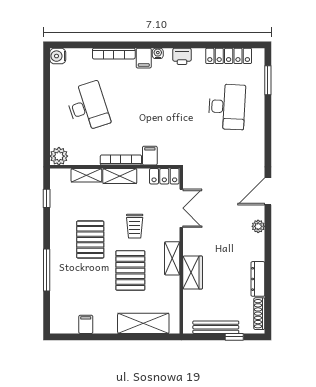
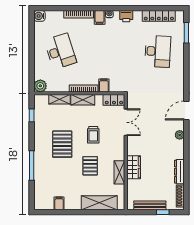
shelving: (172, 258) -> (119, 172), moved
pallet: (130, 270) -> (90, 166), width x0.67, depth x0.71

